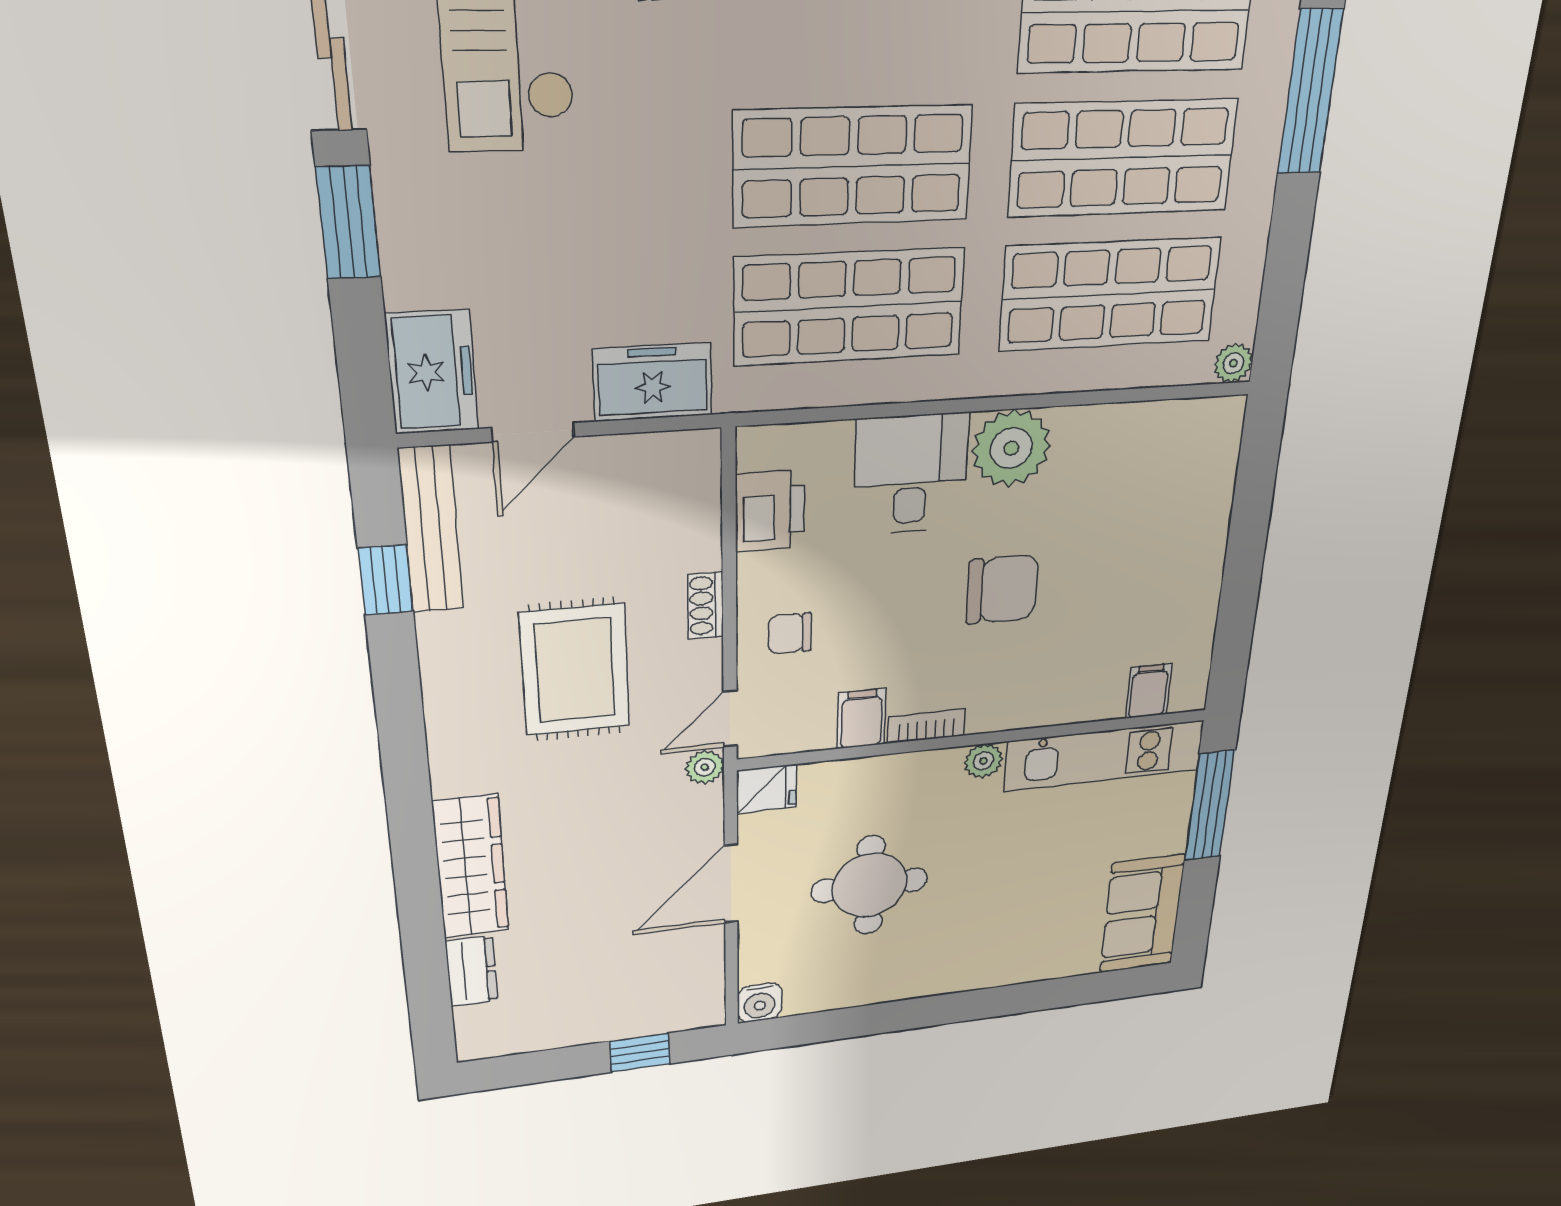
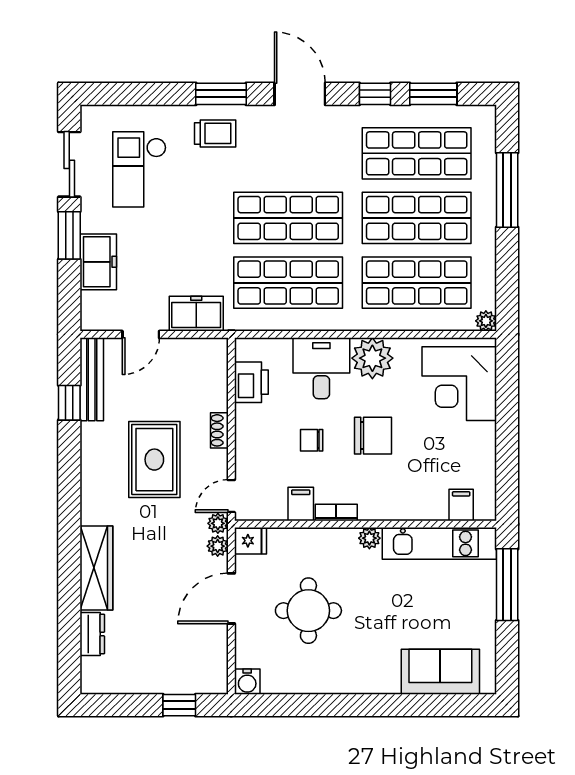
freezer: (432, 372) -> (98, 262), moved
corner desk: (1170, 484) -> (459, 384), added
chair: (790, 633) -> (312, 440), moved
plant: (705, 804) -> (218, 546), added
sofa: (1142, 914) -> (440, 672), moved, turned 90

